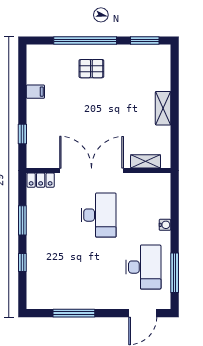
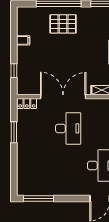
pallet: (91, 69) -> (63, 24), width x1.50, depth x1.42
window: (22, 262) -> (14, 162), removed
window: (74, 313) -> (38, 198), moved

